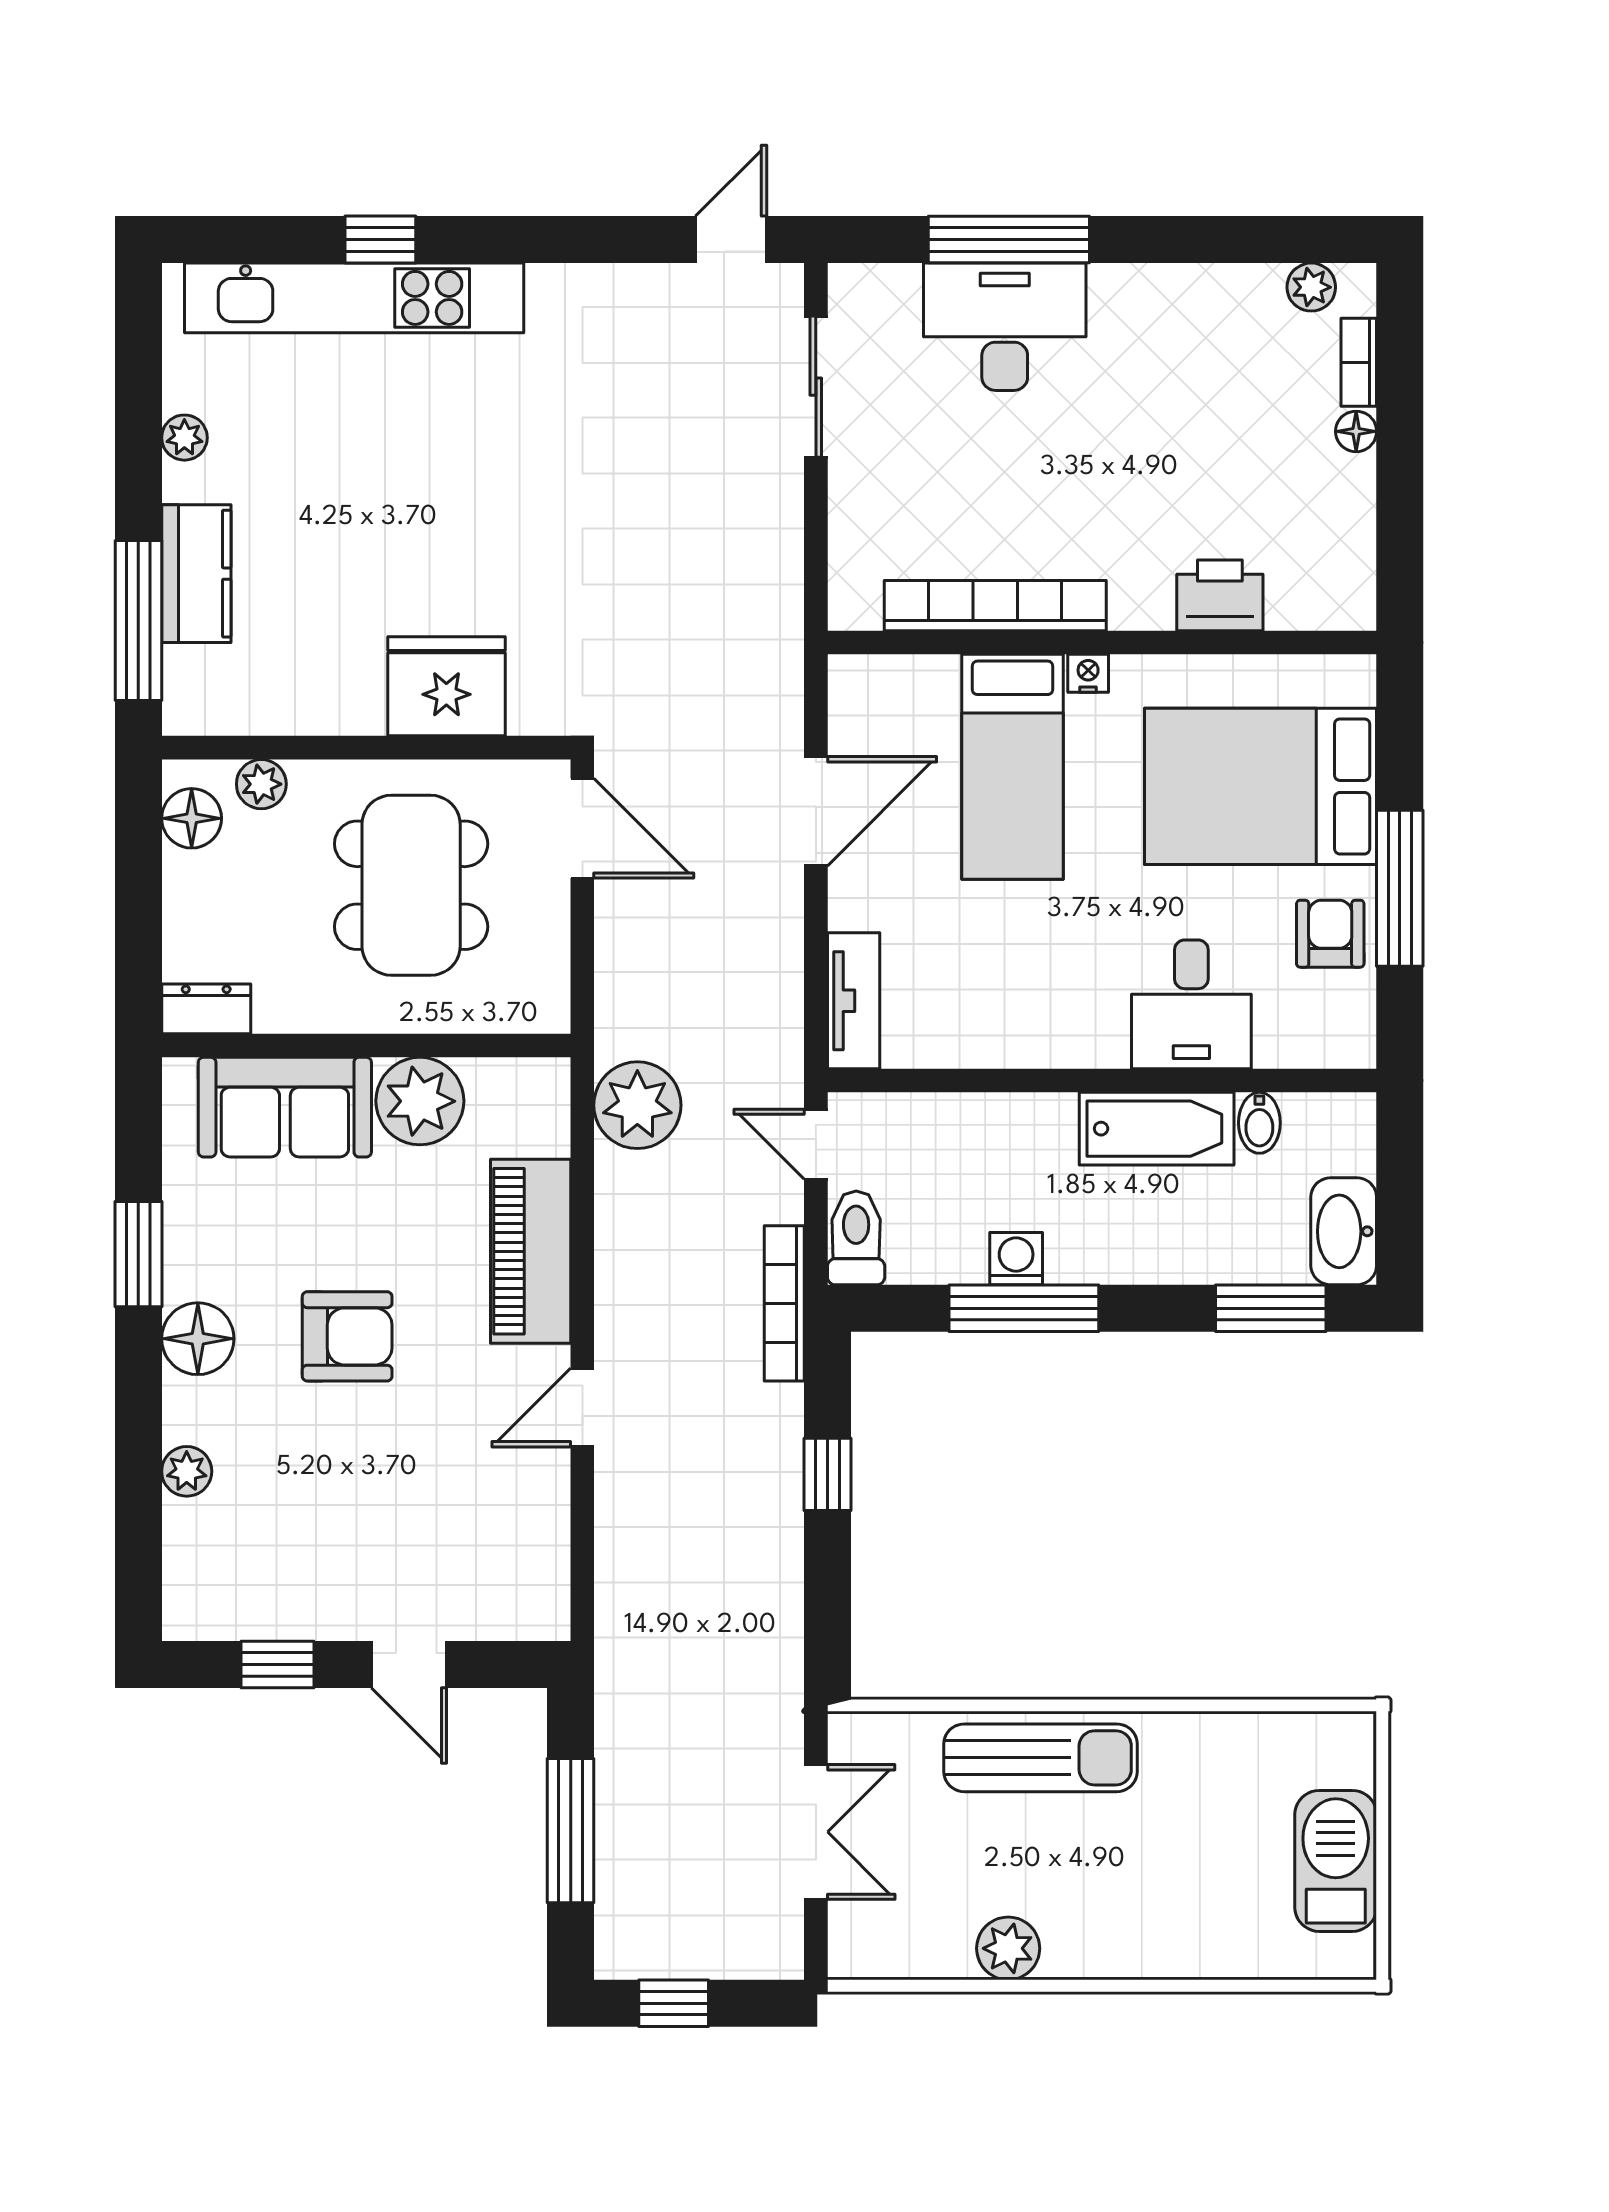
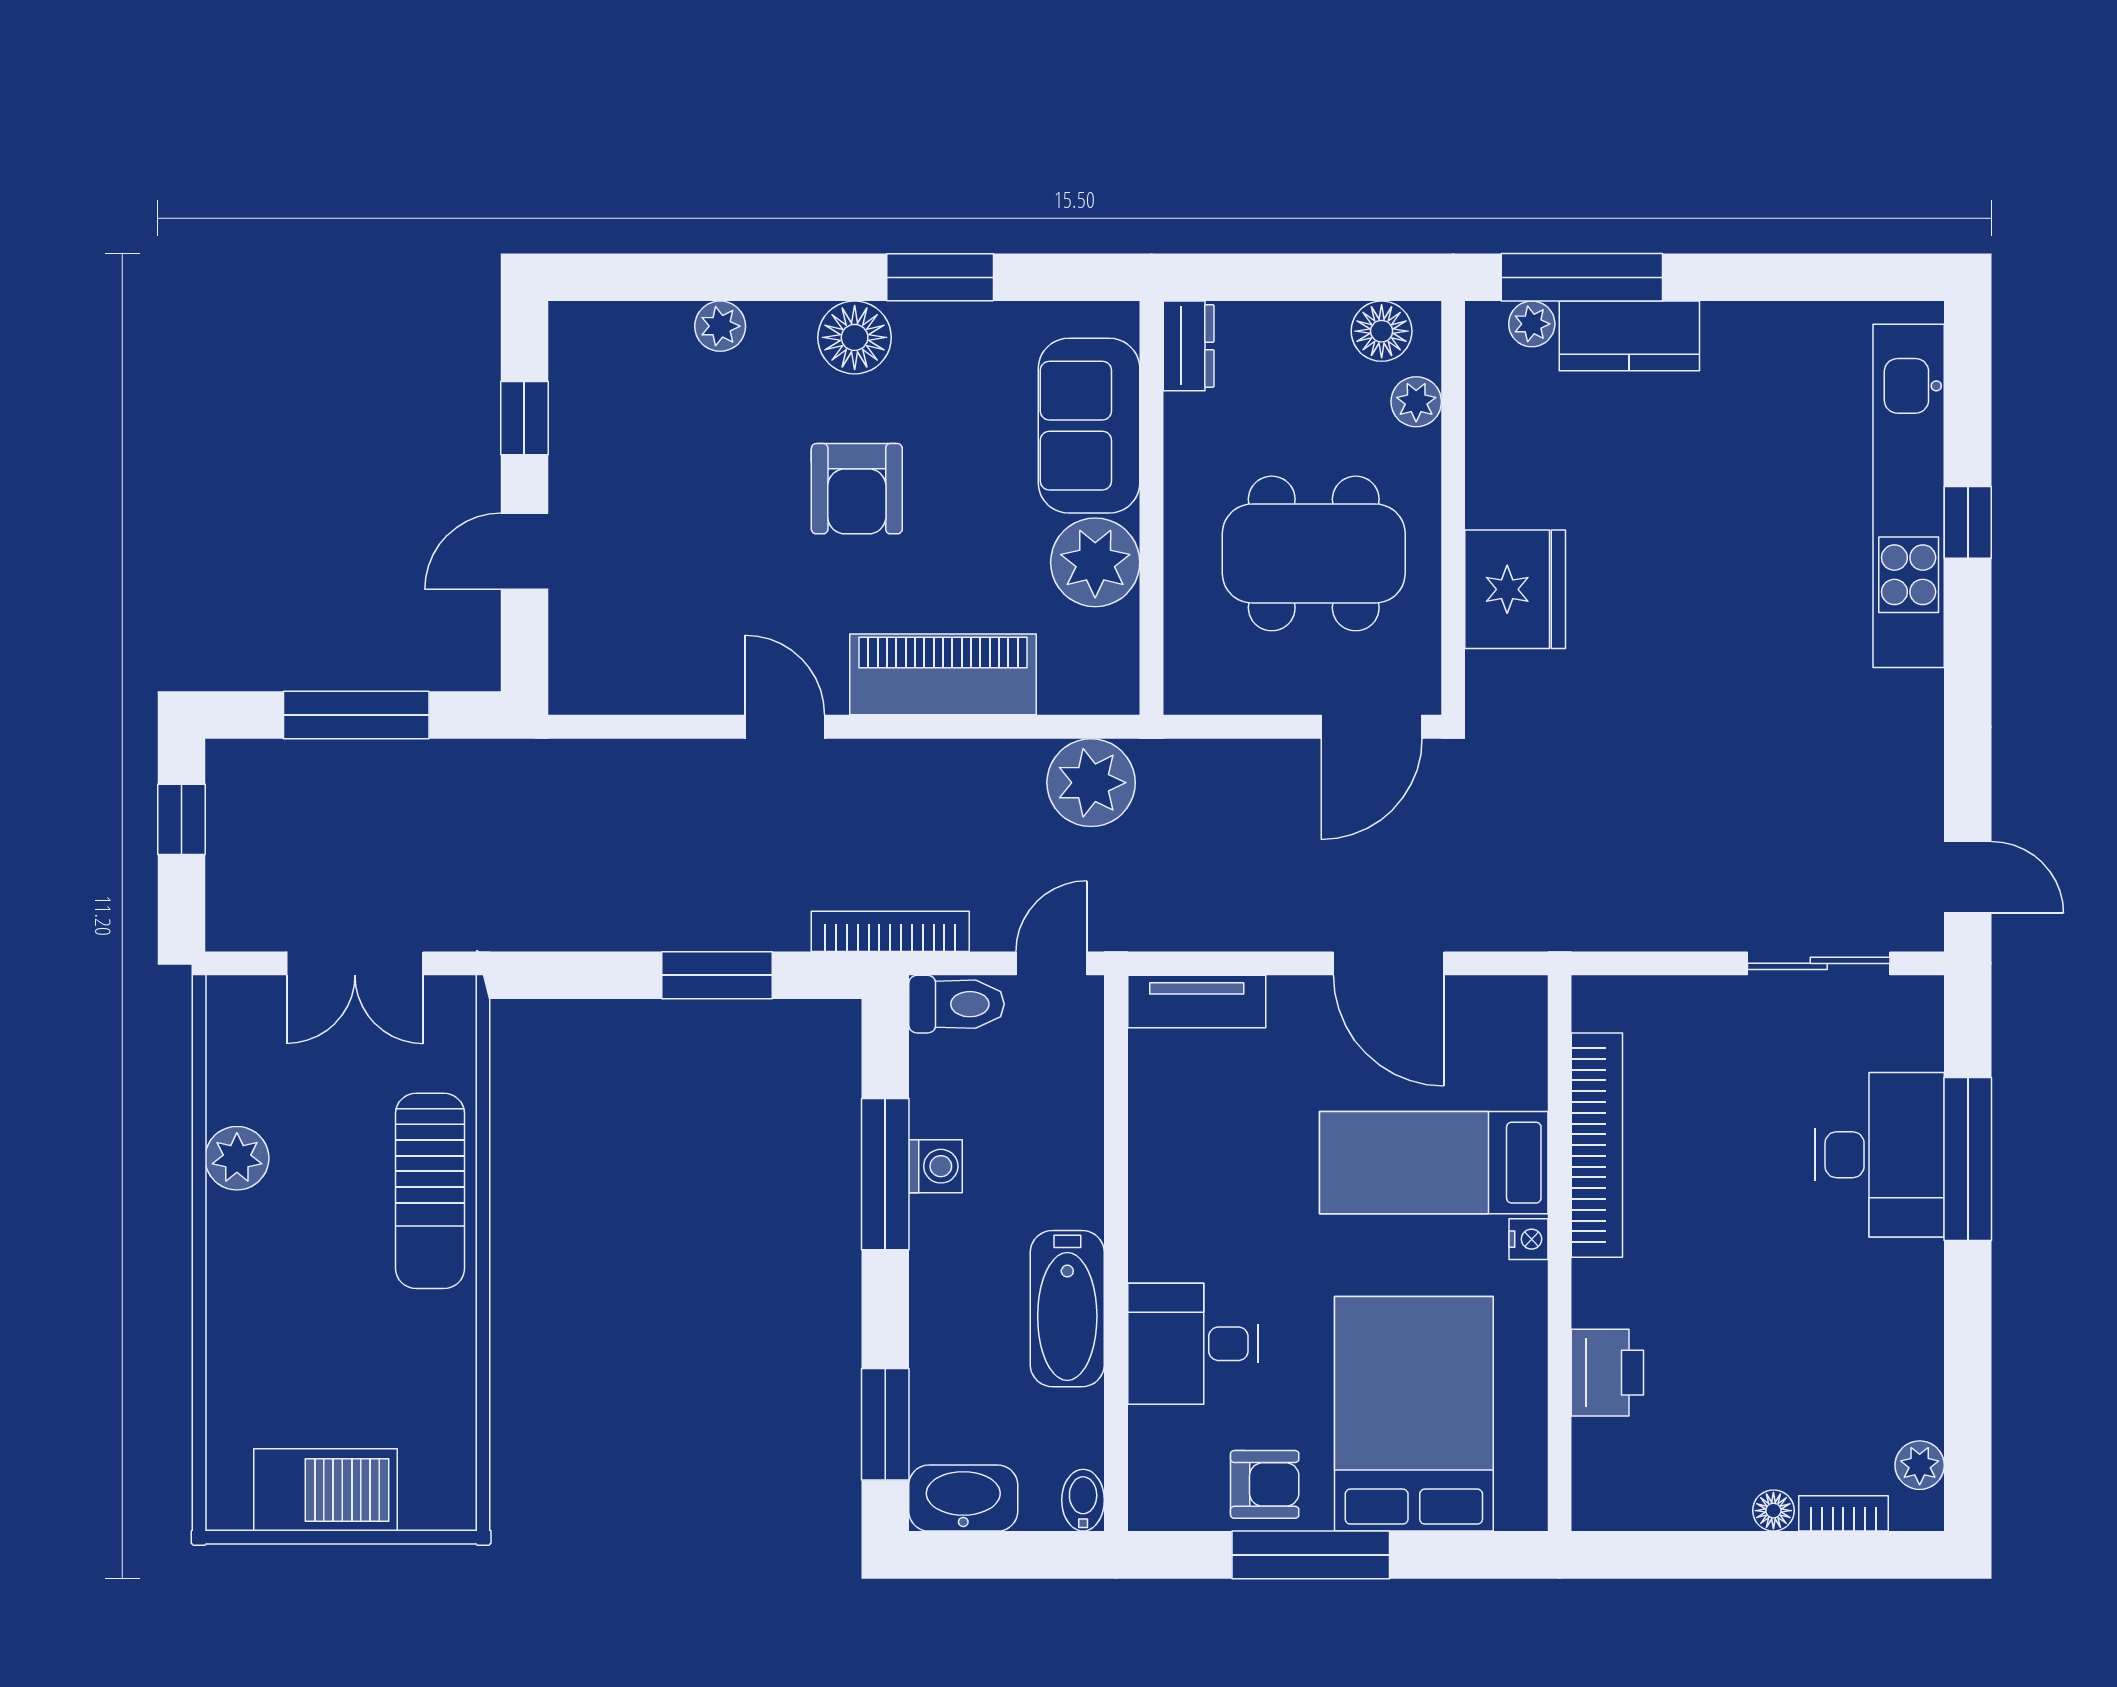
plant: (184, 438) -> (1532, 324), moved
bidet: (1259, 1123) -> (1083, 1500), moved, turned 90
window: (828, 1474) -> (717, 975), width x1.50

